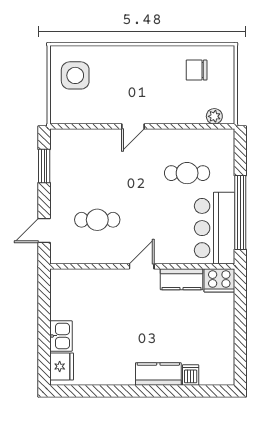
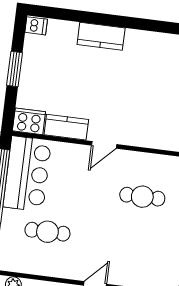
window: (240, 331) -> (15, 69), added
dishwasher: (191, 375) -> (36, 26), moved, turned -90

